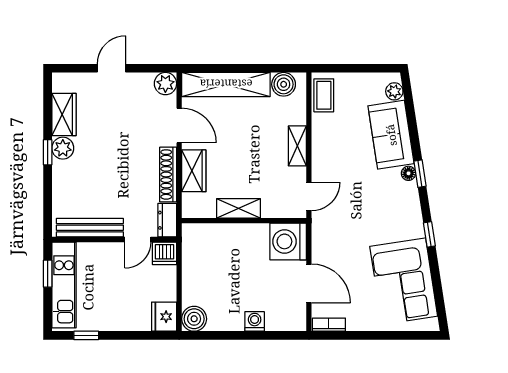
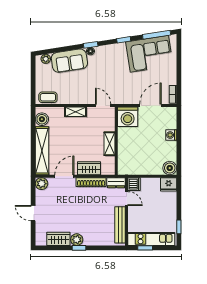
window: (439, 295) -> (157, 35), added

